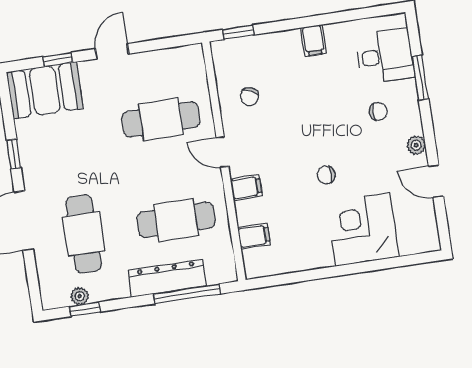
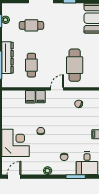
door: (436, 181) -> (14, 177), moved
cafe table: (176, 220) -> (31, 65), width x0.73, depth x0.74
cafe table: (84, 234) -> (31, 25), width x0.73, depth x0.74
filing cabinet: (254, 236) -> (30, 97), moved

